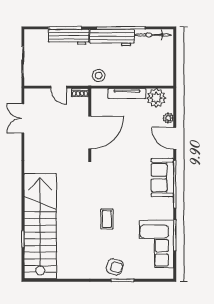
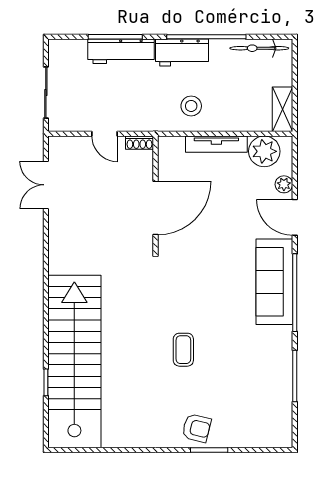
workbench: (112, 38) -> (182, 52), width x0.73
shelving: (167, 72) -> (282, 109), added
stool: (99, 76) -> (191, 106), moved
sofa: (162, 178) -> (274, 282), width x1.36
corner sofa: (156, 244) -> (265, 391), removed

